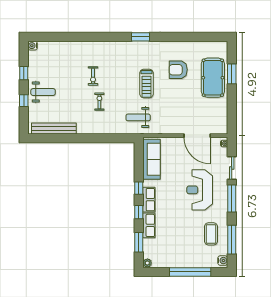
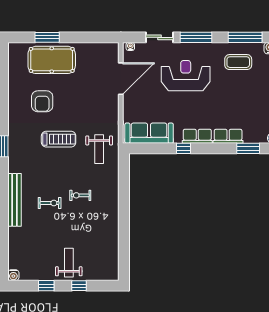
bench: (54, 128) -> (14, 200), moved
reception desk: (200, 190) -> (186, 76), turned 180
window: (139, 212) -> (212, 148), removed

